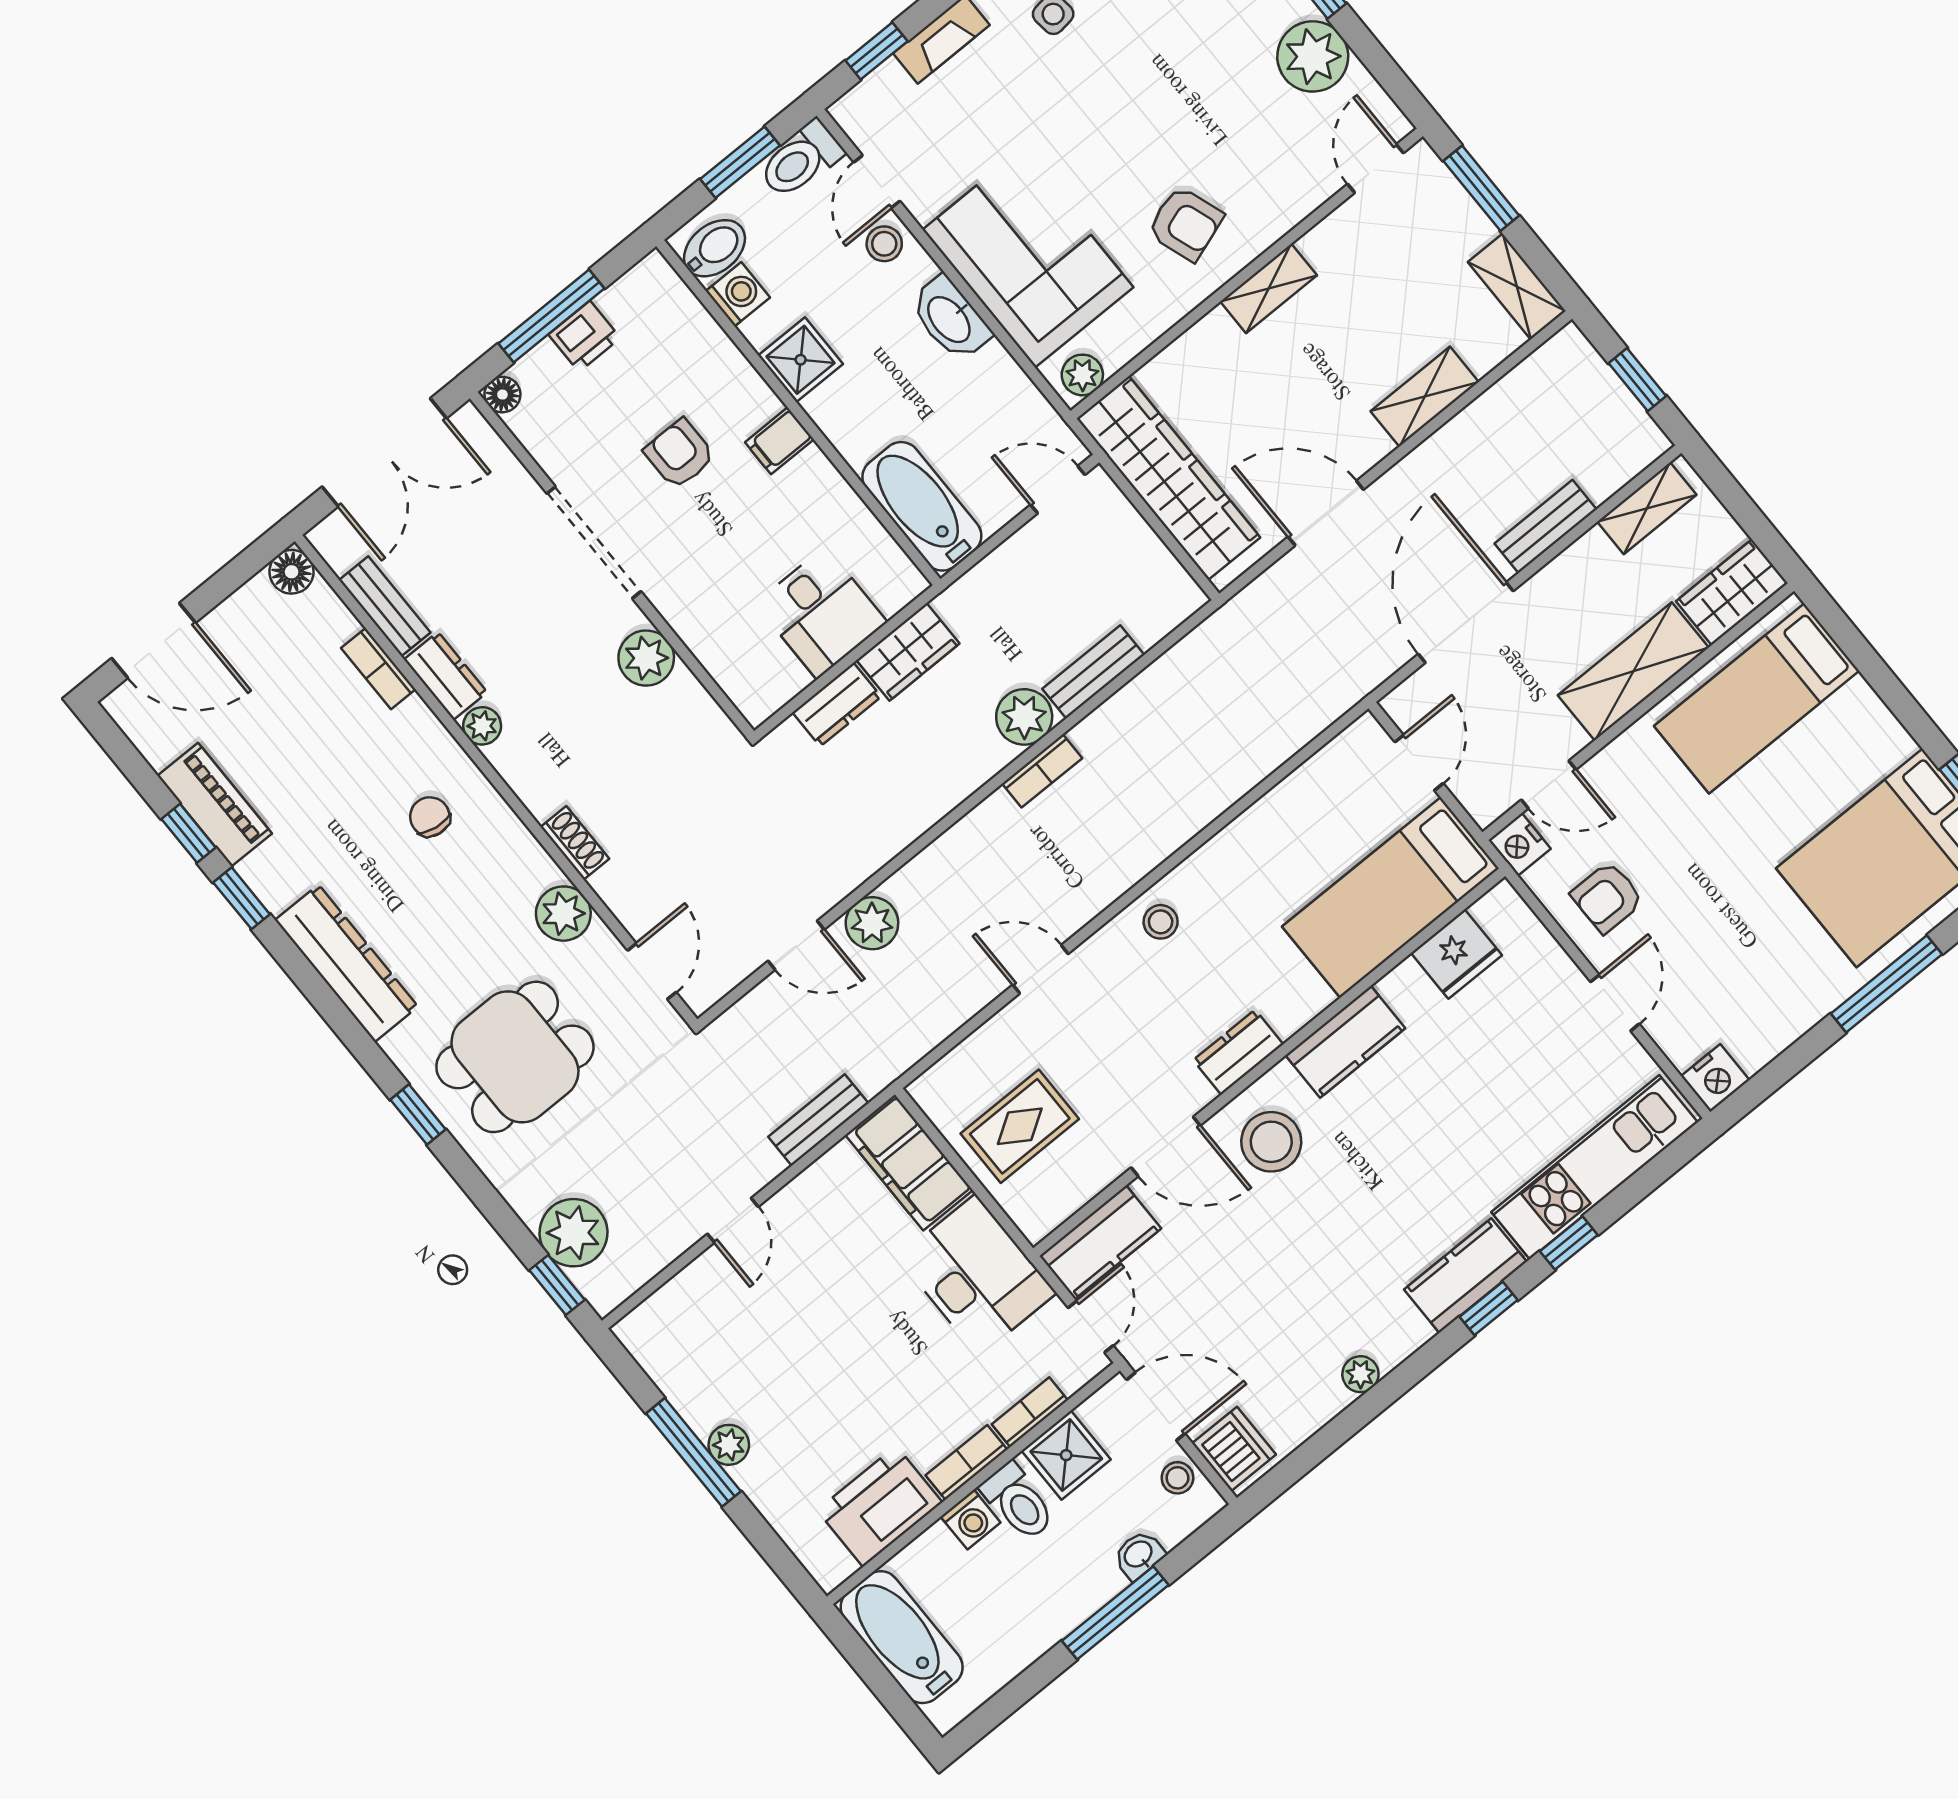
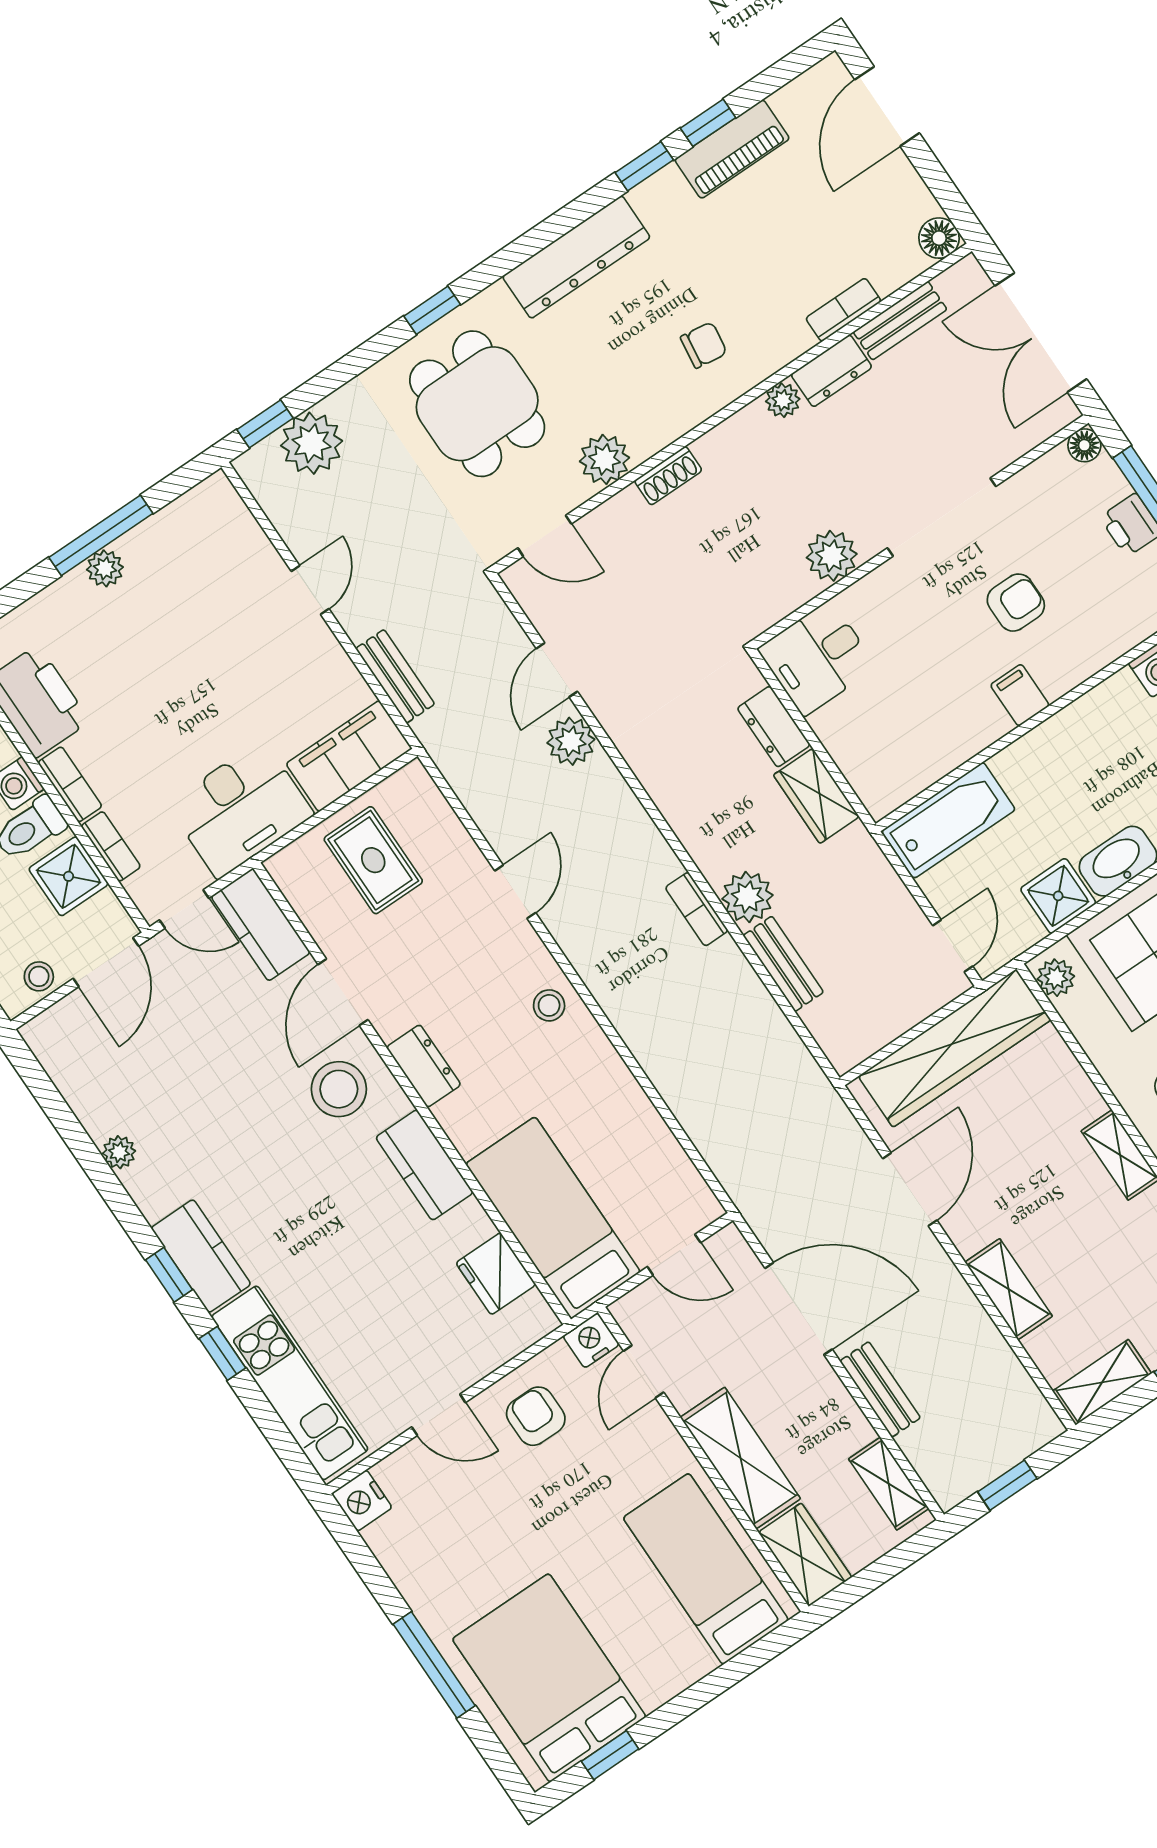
shower: (801, 360) -> (1058, 896), moved
desk: (821, 613) -> (817, 658), moved
door: (733, 1220) -> (310, 590), swing flipped
dishwasher: (1234, 1449) -> (61, 1030), removed

